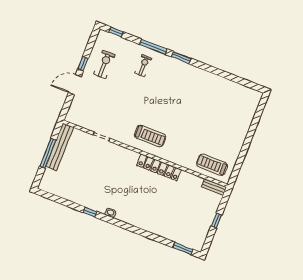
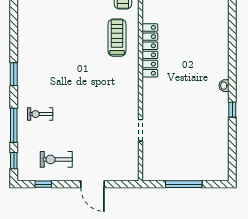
window: (153, 47) -> (14, 125), moved
window: (83, 64) -> (43, 184), moved
treadmill: (150, 136) -> (117, 38), moved
bench: (60, 147) -> (171, 174), removed

